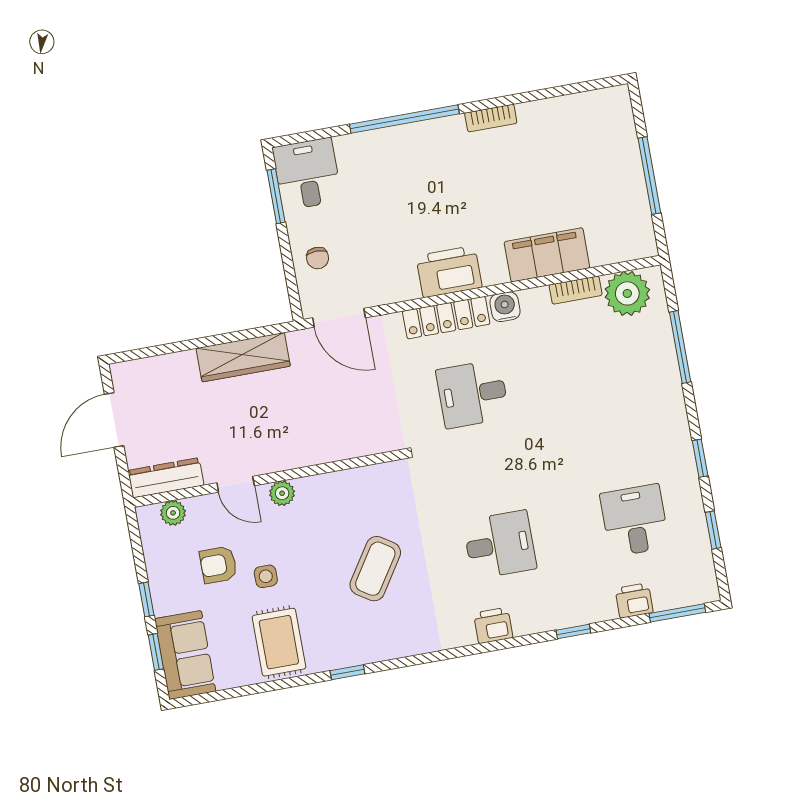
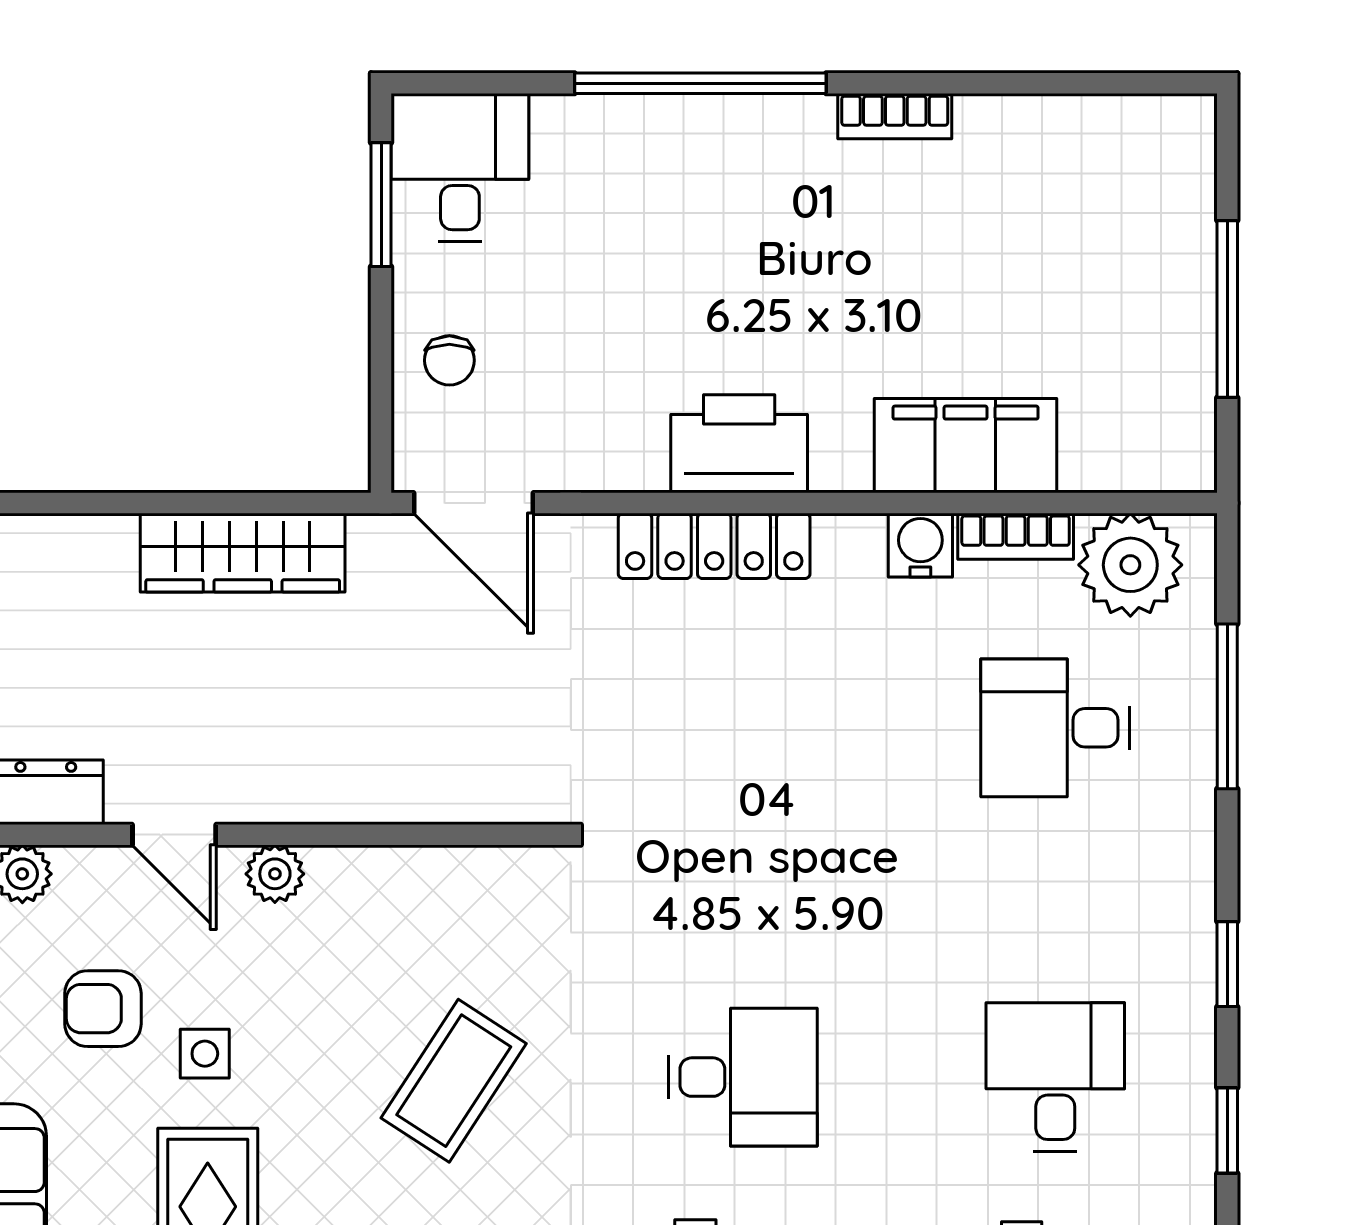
water cooler: (505, 307) -> (920, 545), moved
desk: (473, 394) -> (1055, 728), moved

